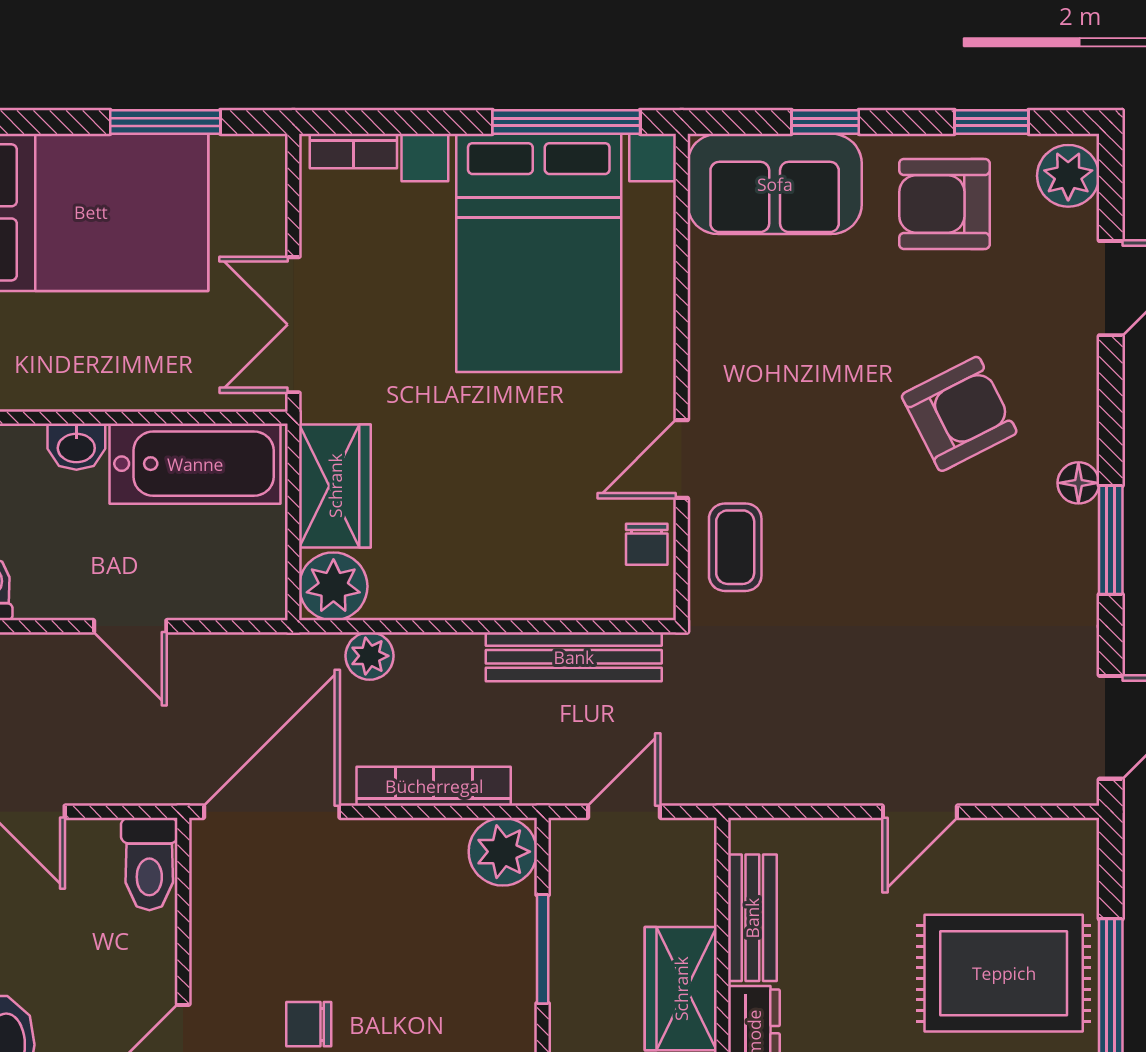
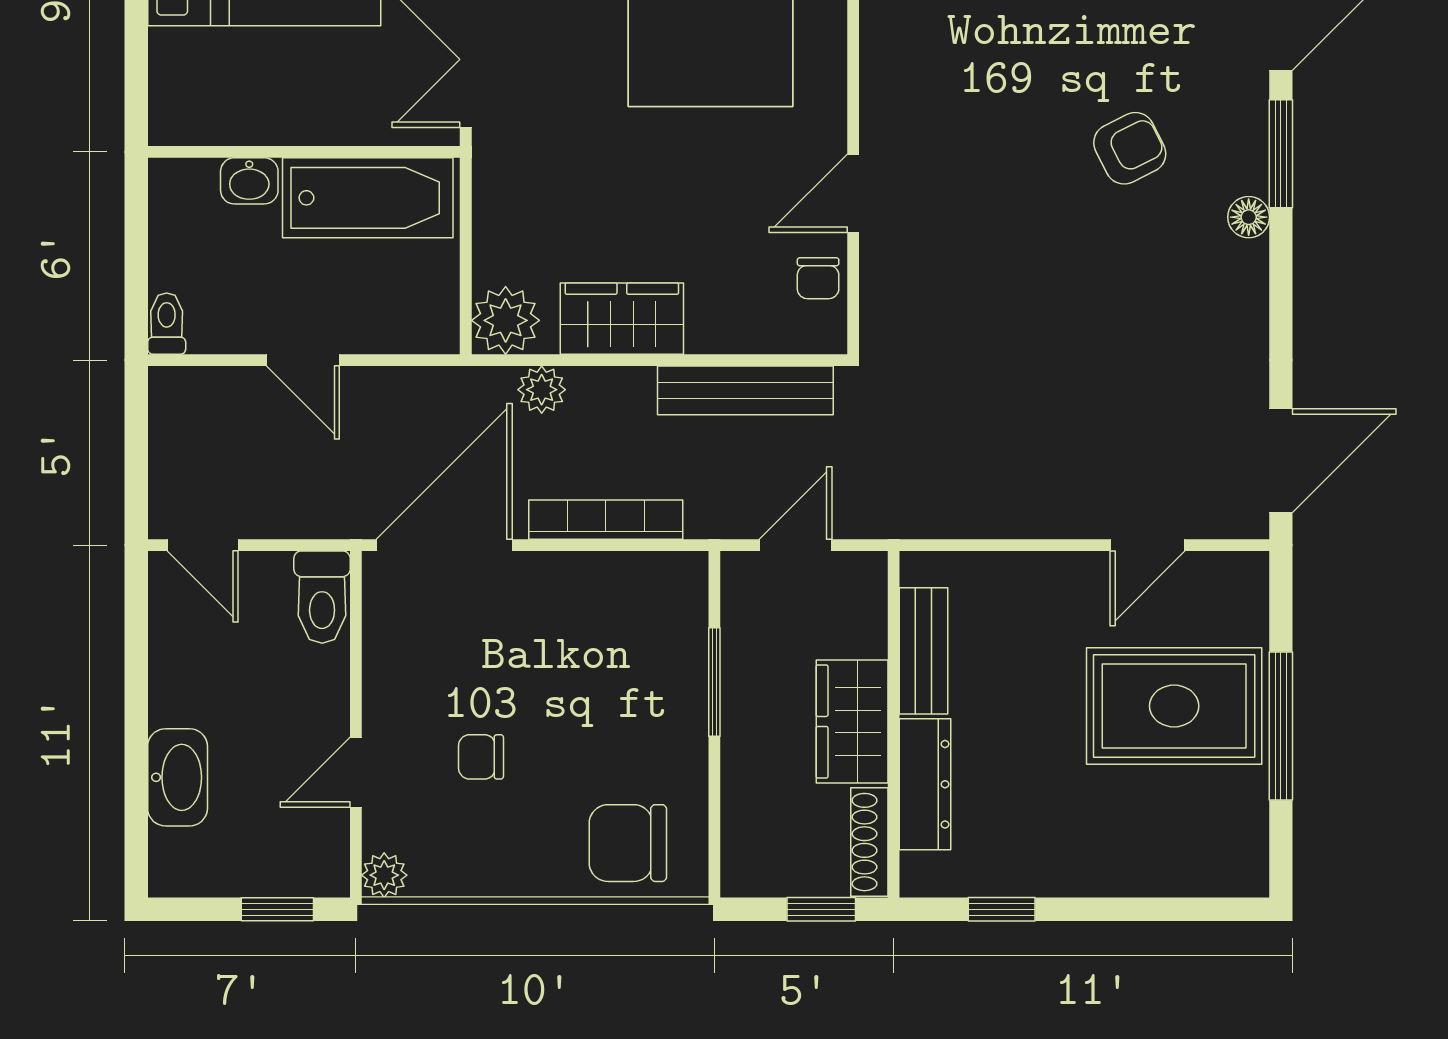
armchair: (959, 414) -> (1130, 148), width x0.72, depth x0.72
wardrobe: (335, 486) -> (622, 319), moved, turned -90
window: (1111, 540) -> (1281, 154), moved
coffee table: (735, 547) -> (906, 281), removed
door: (920, 812) -> (1147, 545), moved
plant: (503, 852) -> (675, 585), removed

